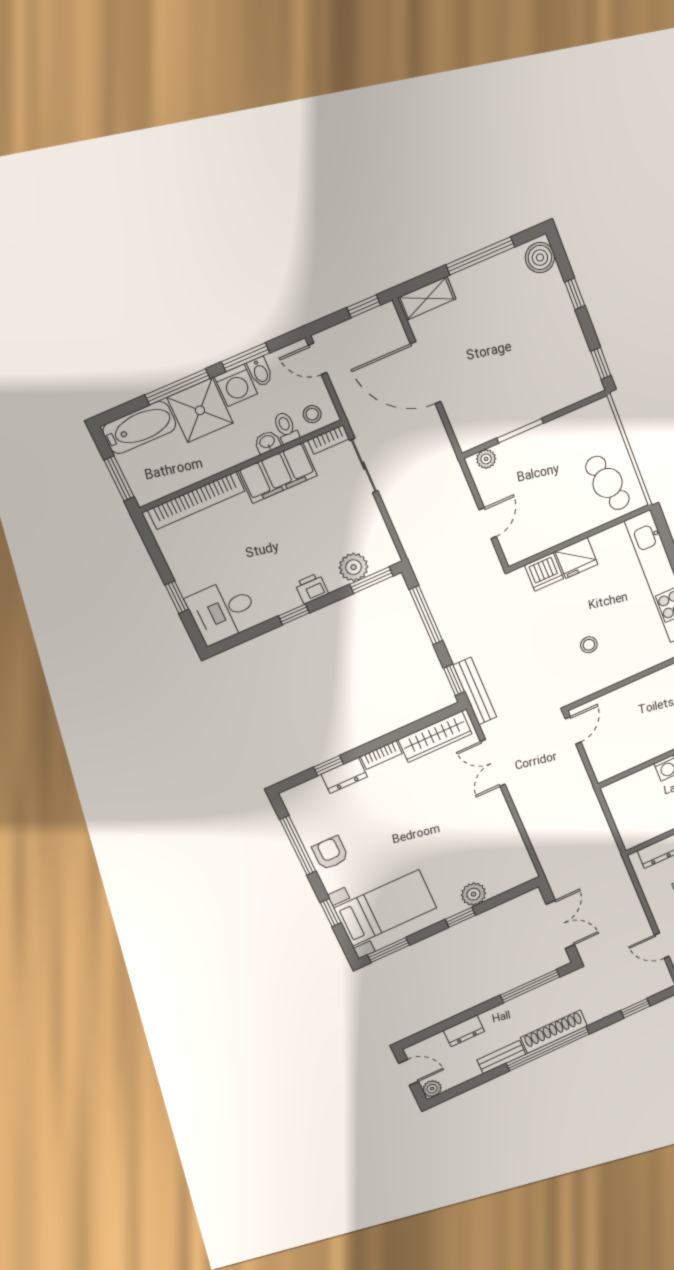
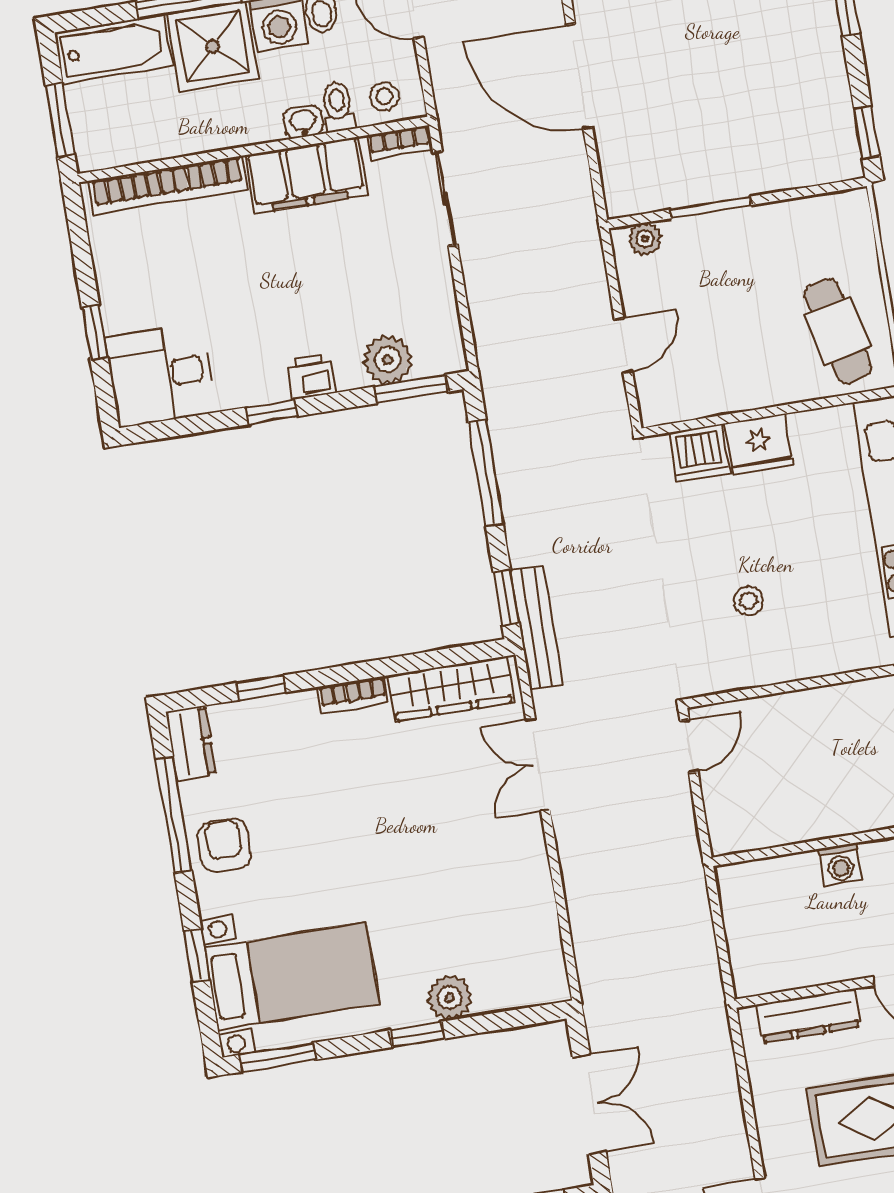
dresser: (344, 775) -> (191, 743), moved, turned -90

